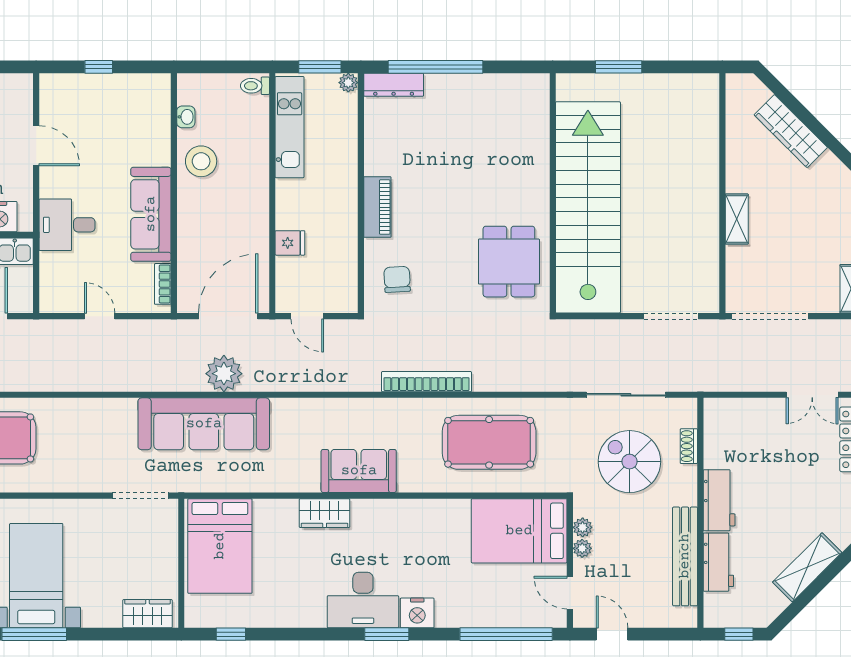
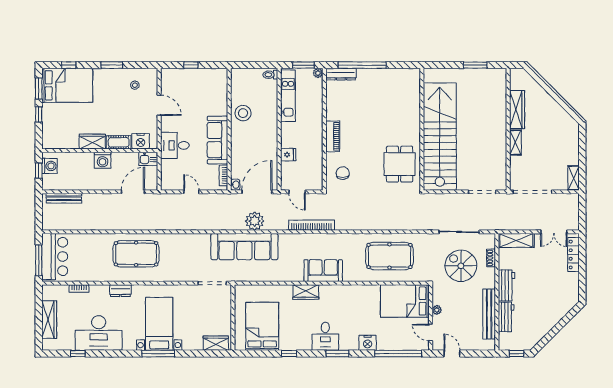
window: (619, 67) -> (475, 65), moved
washbasin: (186, 117) -> (235, 185), moved
wardrobe: (791, 131) -> (517, 110), moved, turned -135
bookcase: (427, 382) -> (312, 225), moved
plant: (583, 527) -> (437, 299), removed
bed: (220, 546) -> (262, 326), moved, turned 180
shelving: (807, 567) -> (516, 240), moved, turned 45
desk: (363, 600) -> (325, 336), width x0.73
nightstand: (417, 613) -> (368, 343), moved
window: (231, 634) -> (289, 354), moved

